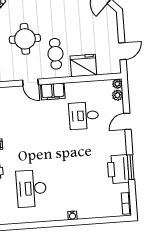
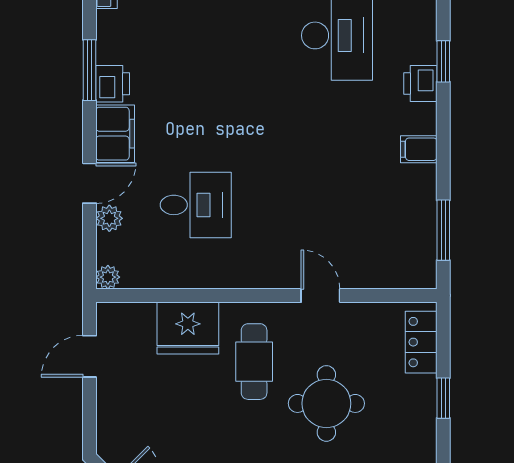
filing cabinet: (53, 91) -> (115, 134), moved, turned 90
plant: (117, 95) -> (109, 218), moved
printer: (118, 169) -> (113, 84), width x0.53, depth x0.68

